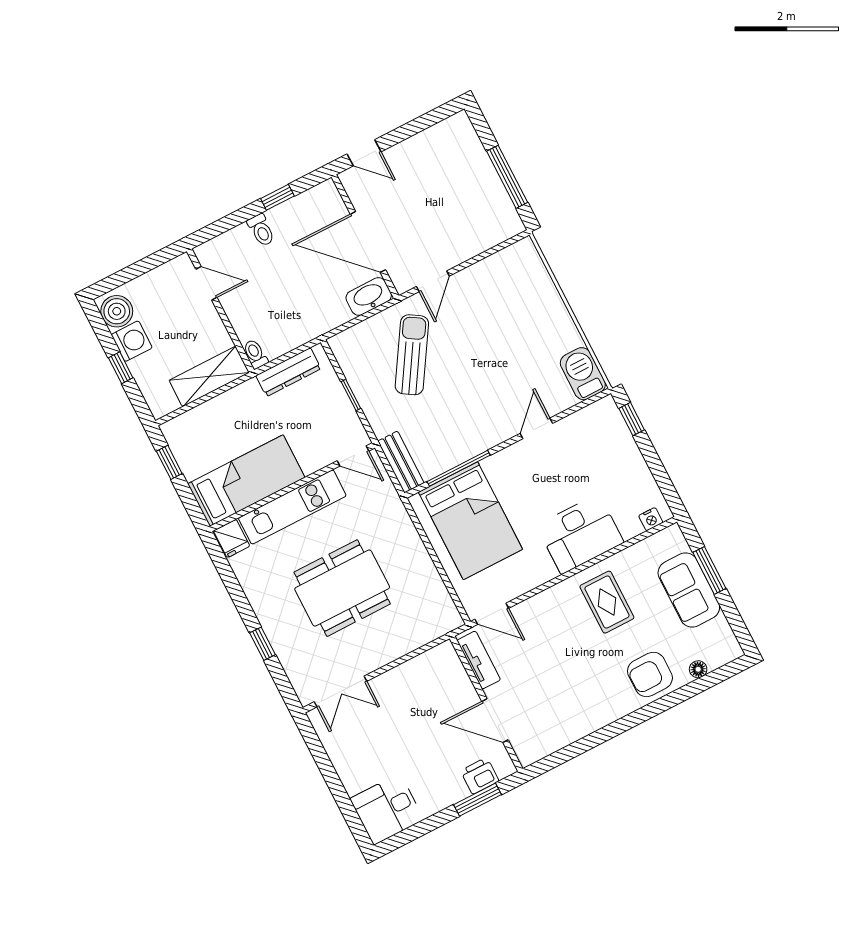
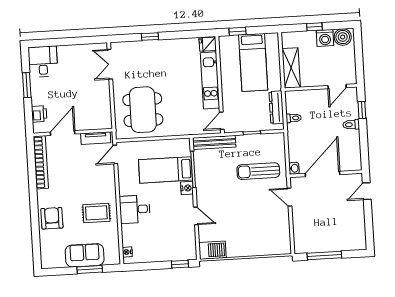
window: (277, 197) -> (362, 110), moved
washbasin: (369, 297) -> (294, 168), width x0.52, depth x0.69
toilet: (255, 354) -> (294, 118), moved
sun lounger: (412, 355) -> (258, 171), turned 148
window: (169, 462) -> (238, 31), moved
bench: (401, 462) -> (214, 142), width x1.36
nightstand: (495, 465) -> (187, 188), added
bed: (246, 481) -> (253, 62), moved
bed: (470, 521) -> (165, 170), width x0.67
desk: (580, 534) -> (135, 209), width x0.73
dining table: (342, 588) -> (143, 110), moved
floor lamp: (698, 669) -> (44, 243), removed
bookcase: (562, 736) -> (41, 162), added
window: (477, 800) -> (27, 85), moved

